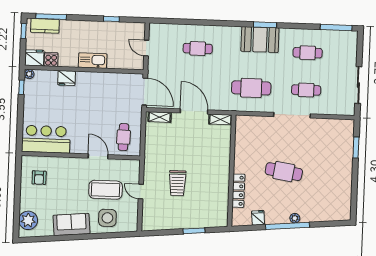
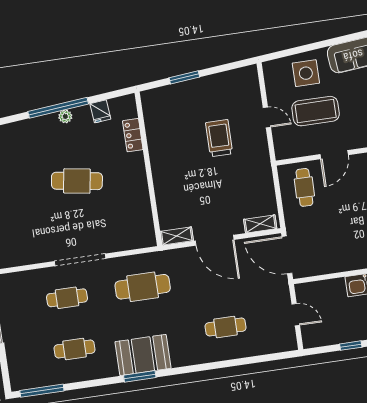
door: (98, 156) -> (334, 155), hinge flipped
locker: (238, 191) -> (133, 135), width x0.66
plant: (295, 218) -> (65, 116), moved

